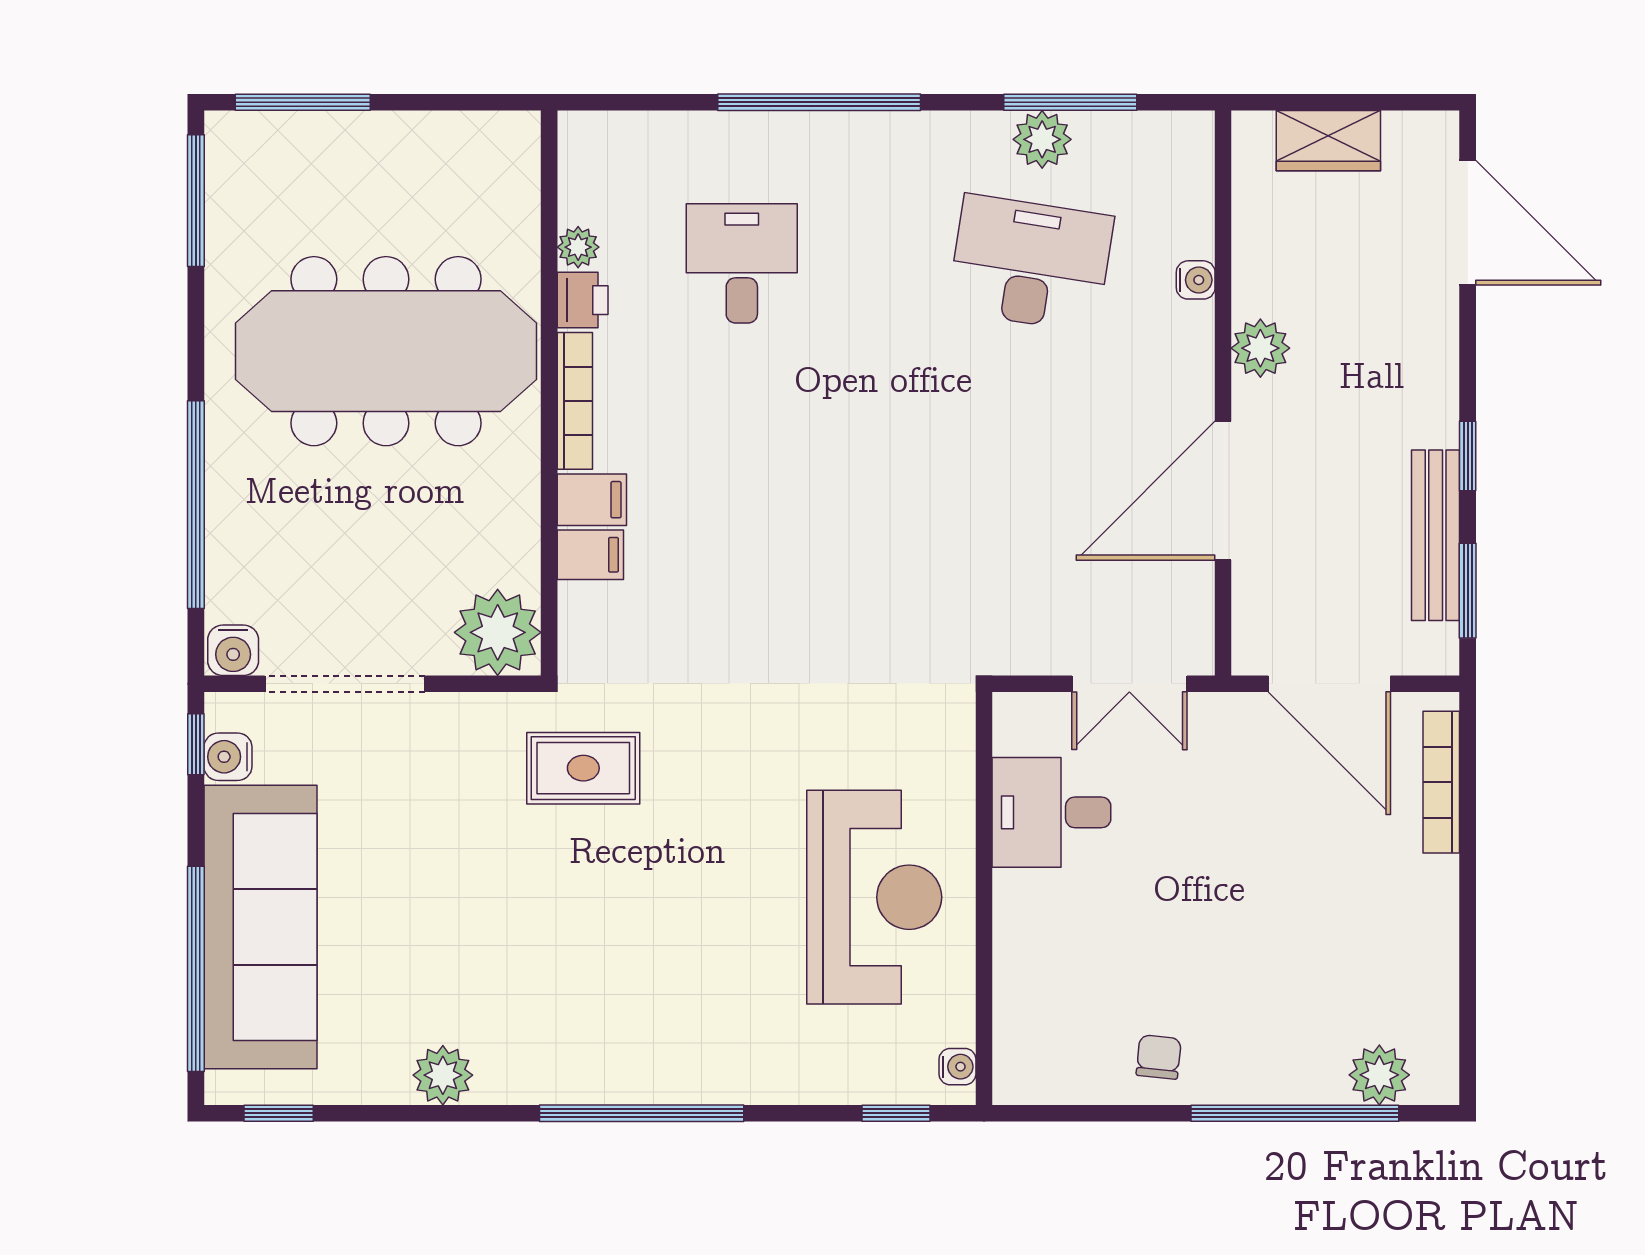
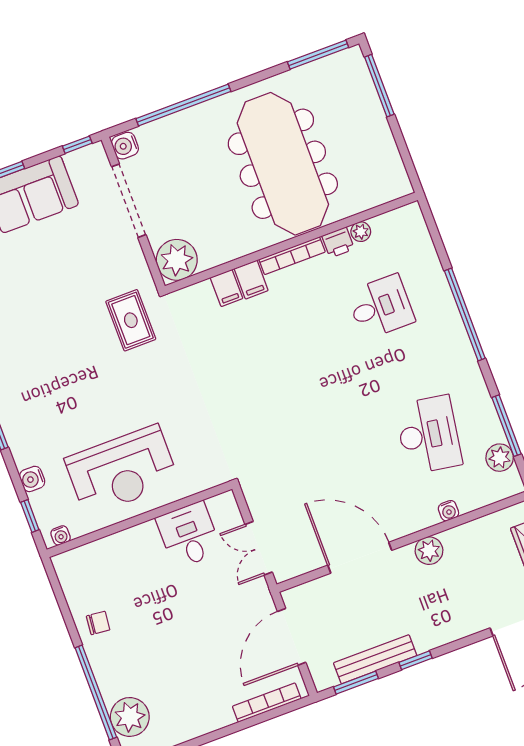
plant: (1042, 139) -> (500, 458), moved
water cooler: (228, 757) -> (32, 479), moved, turned -90
plant: (1379, 1075) -> (130, 717), width x1.36, depth x1.36

